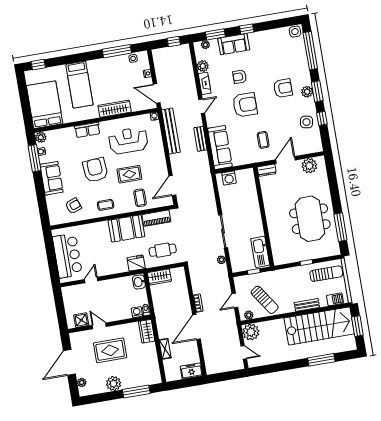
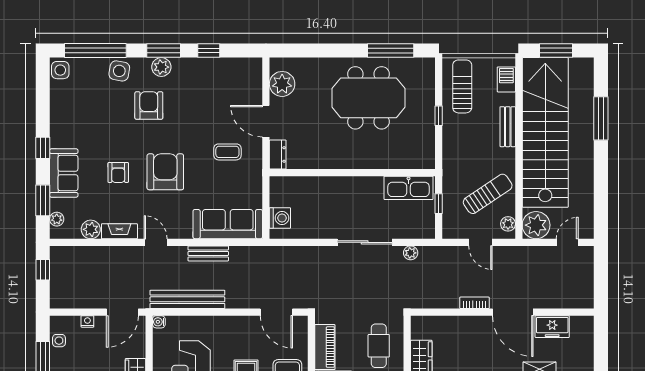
side table: (306, 122) -> (119, 71), moved
stairs: (319, 326) -> (545, 132), width x1.36
freezer: (191, 371) -> (552, 327), moved, turned -90

